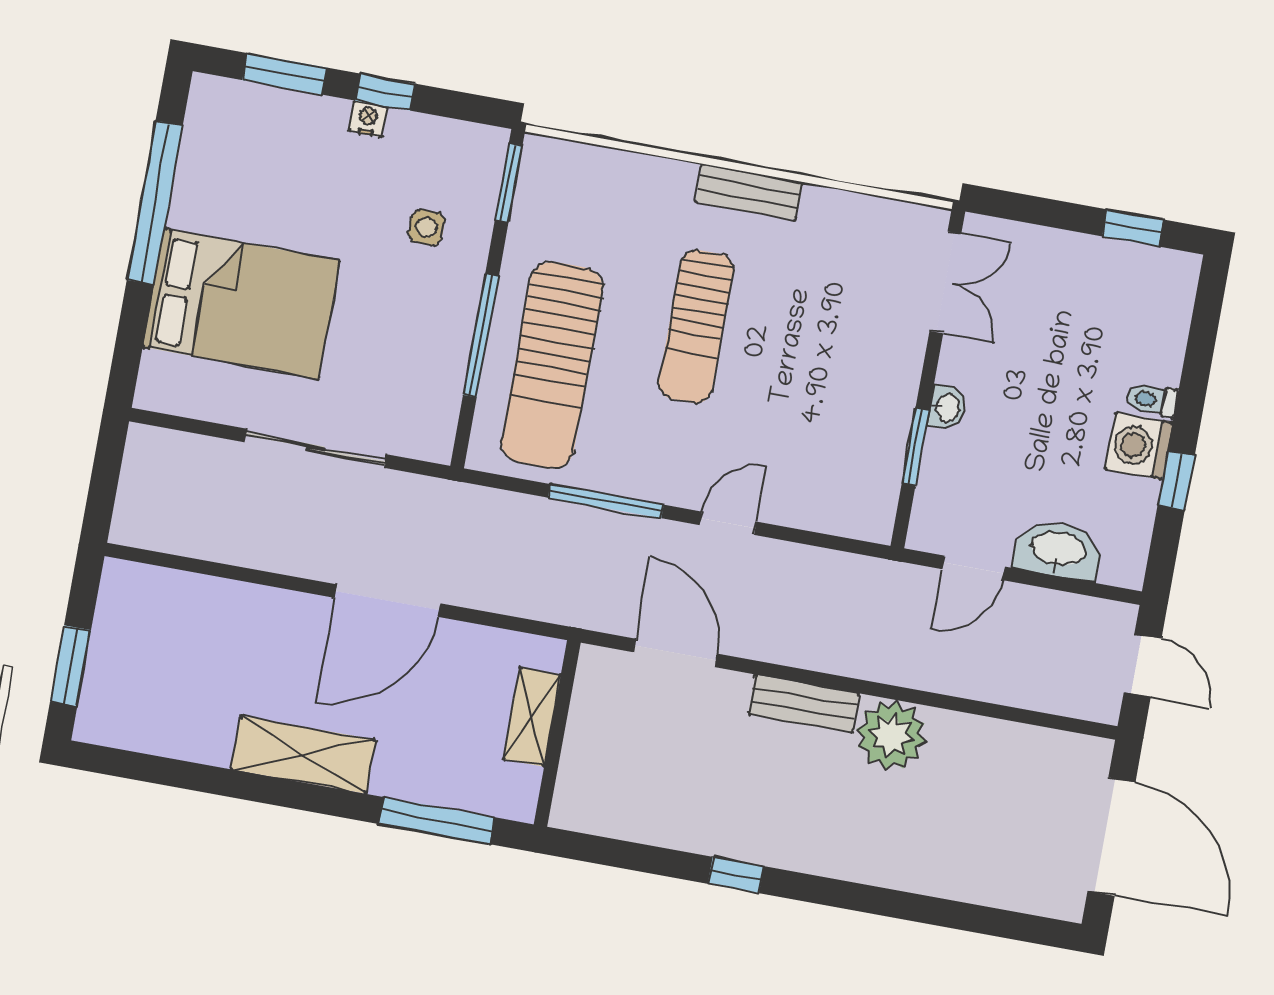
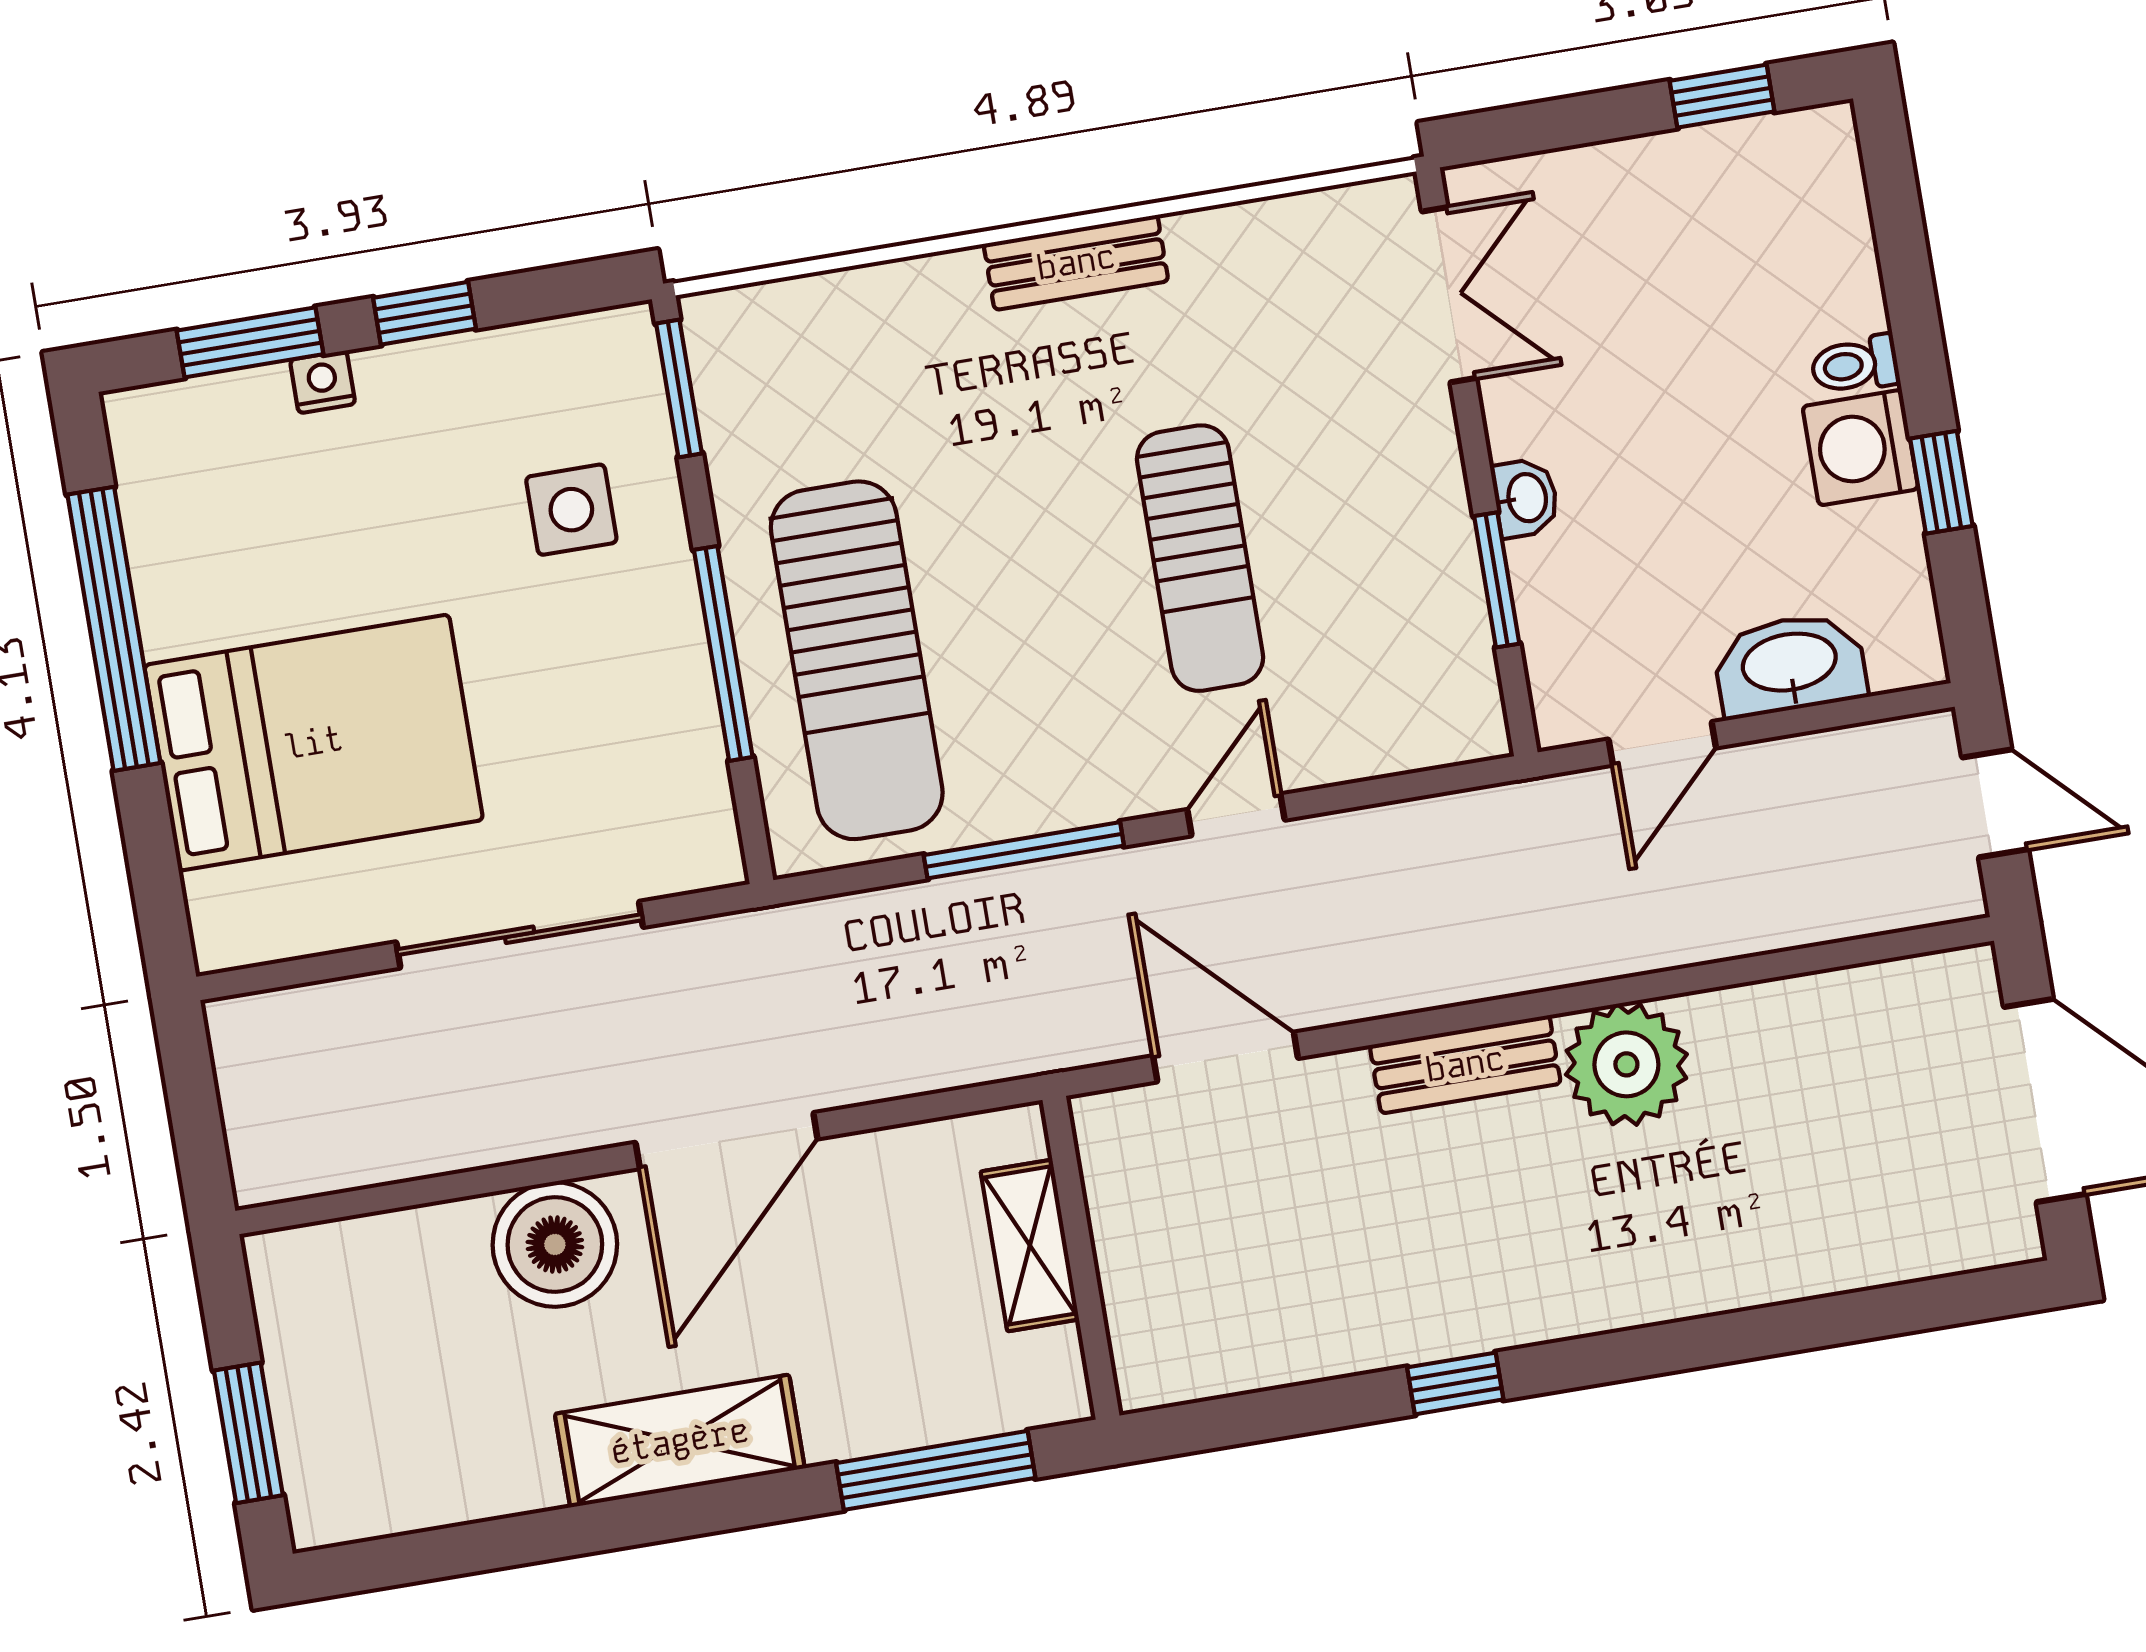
nightstand: (368, 119) -> (323, 382), moved
side table: (427, 227) -> (571, 510), width x1.37, depth x1.37
sun lounger: (696, 327) -> (1200, 558), moved
boiler: (274, 623) -> (555, 1245), added

